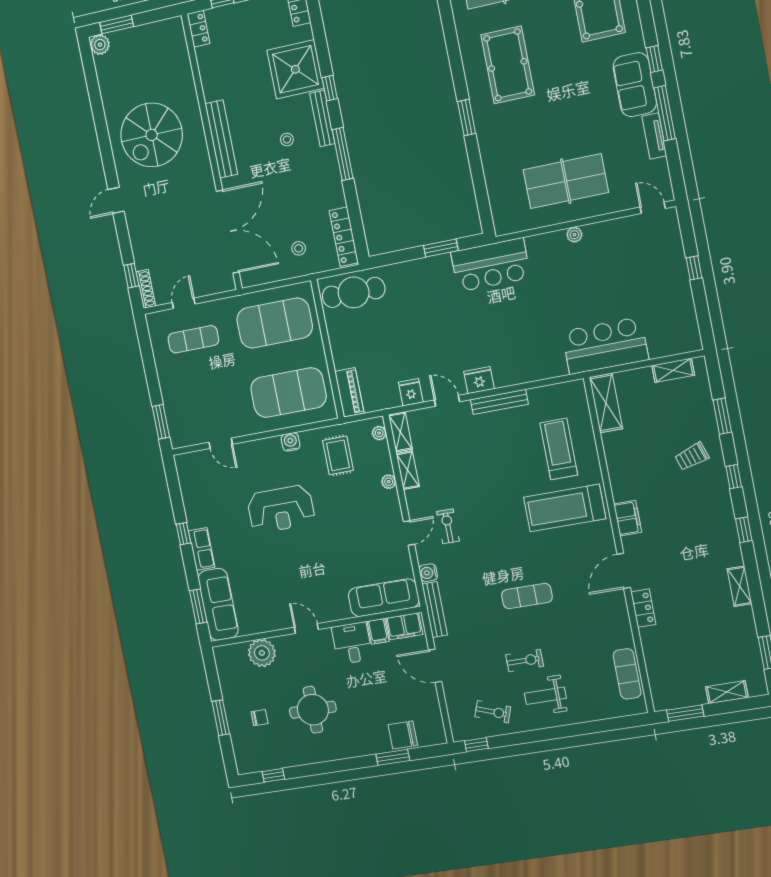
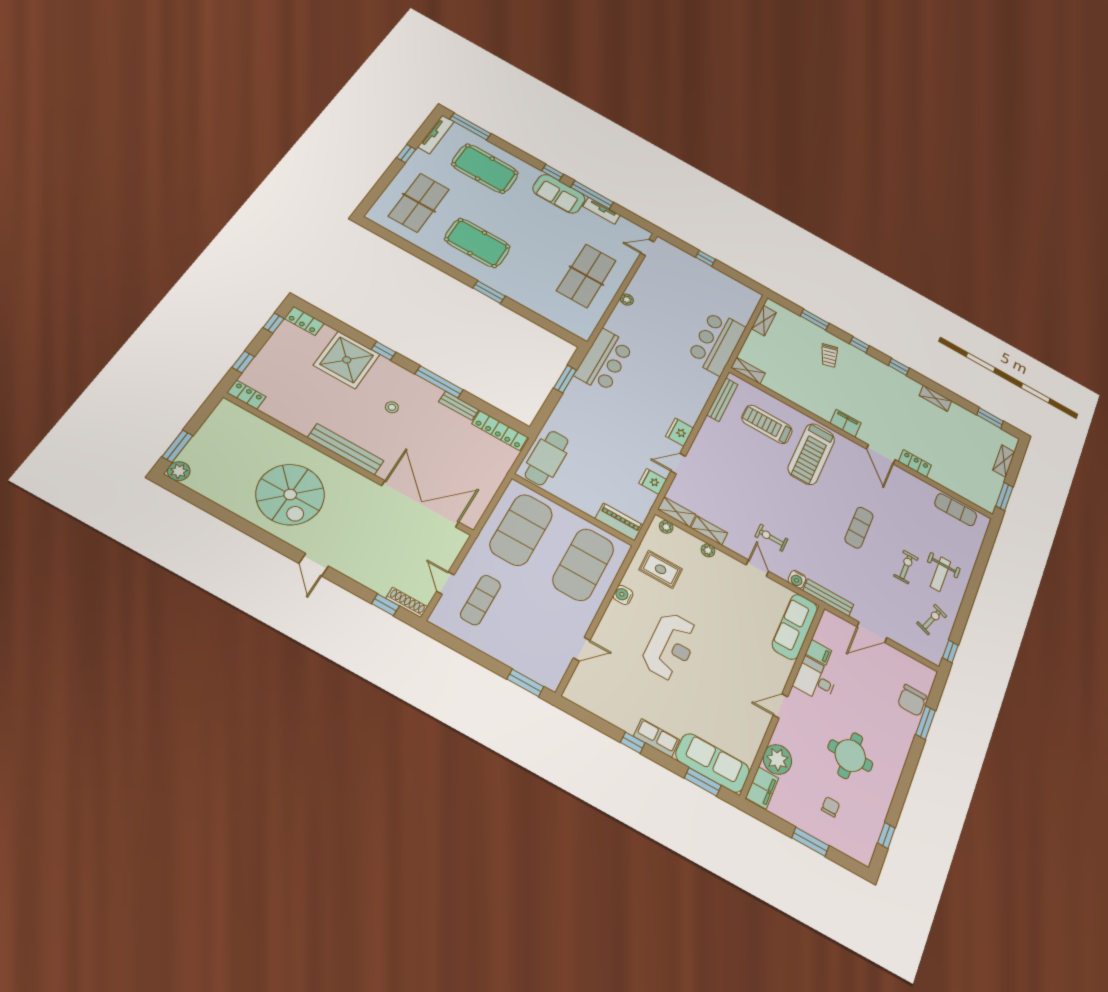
bench: (322, 118) -> (459, 406), moved, width x0.73
stool: (299, 248) -> (480, 467), removed
bench: (499, 402) -> (722, 400), moved
shelving: (606, 403) -> (748, 371), width x0.67, depth x0.75
filing cabinet: (404, 626) -> (762, 788), moved

